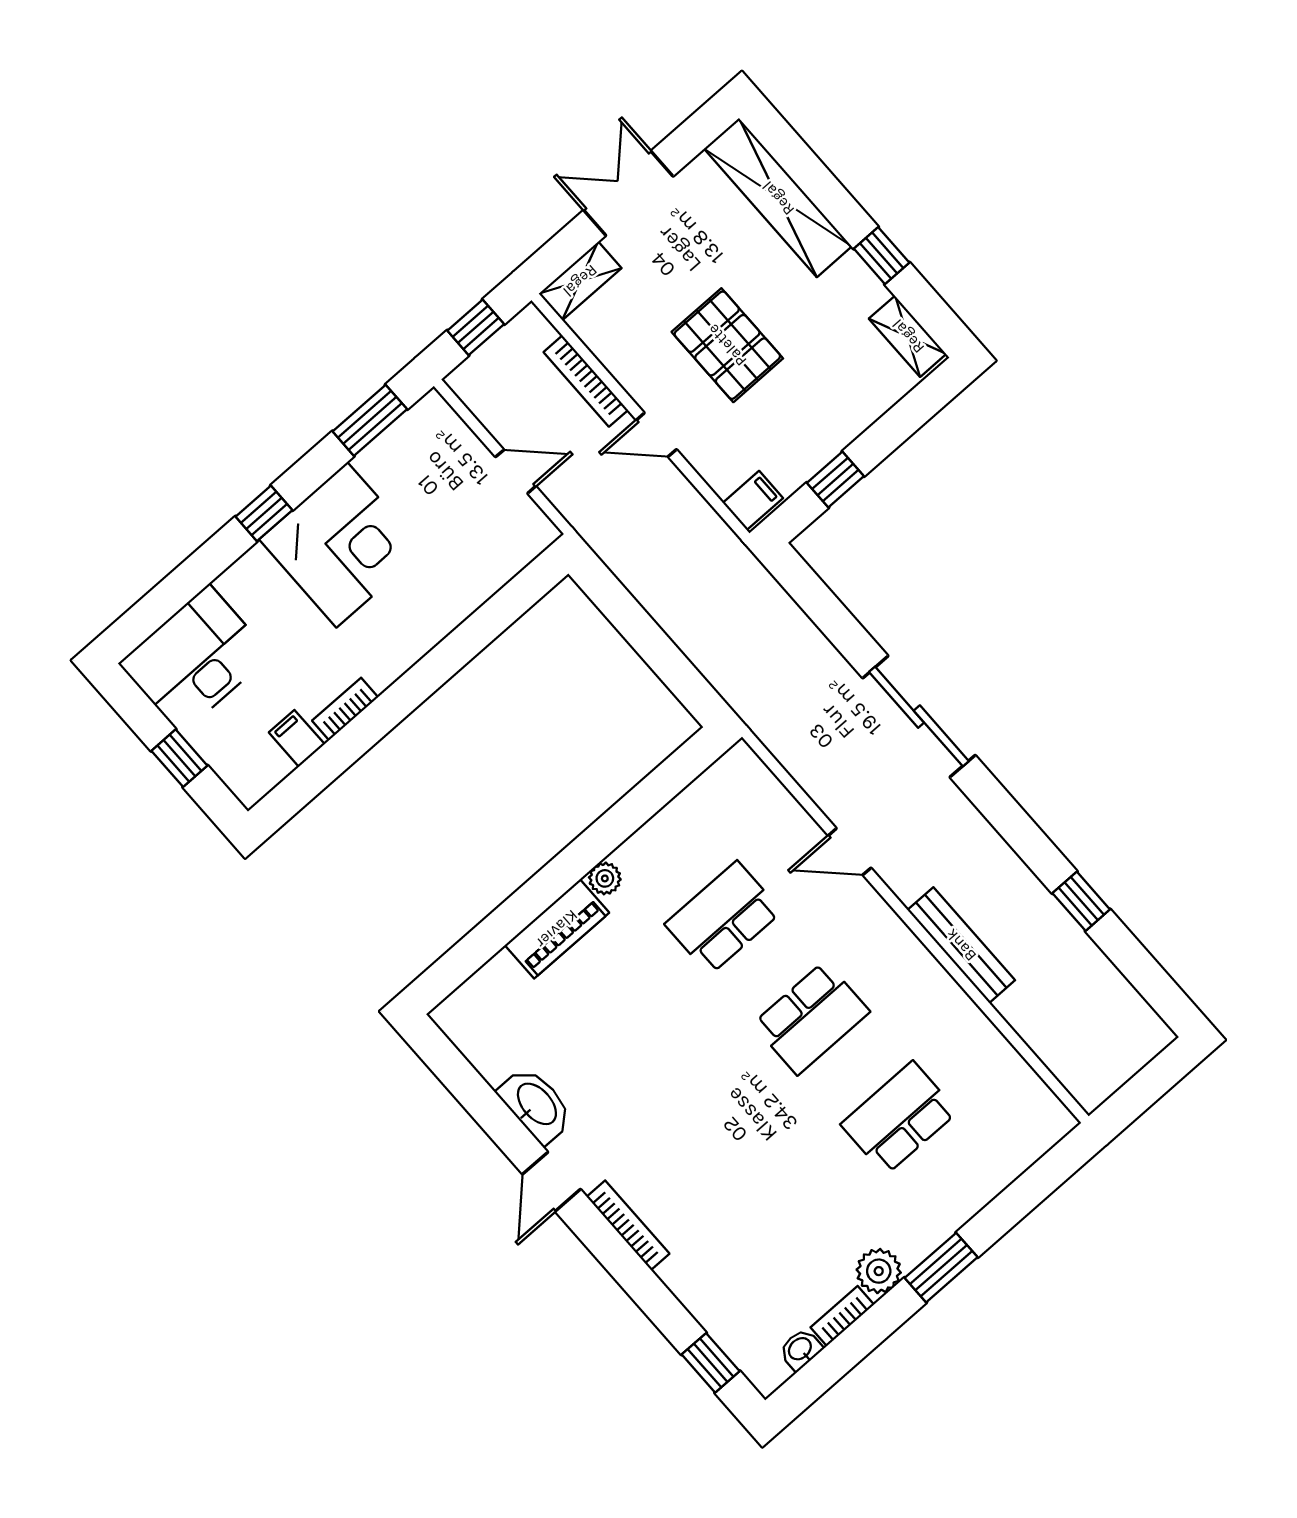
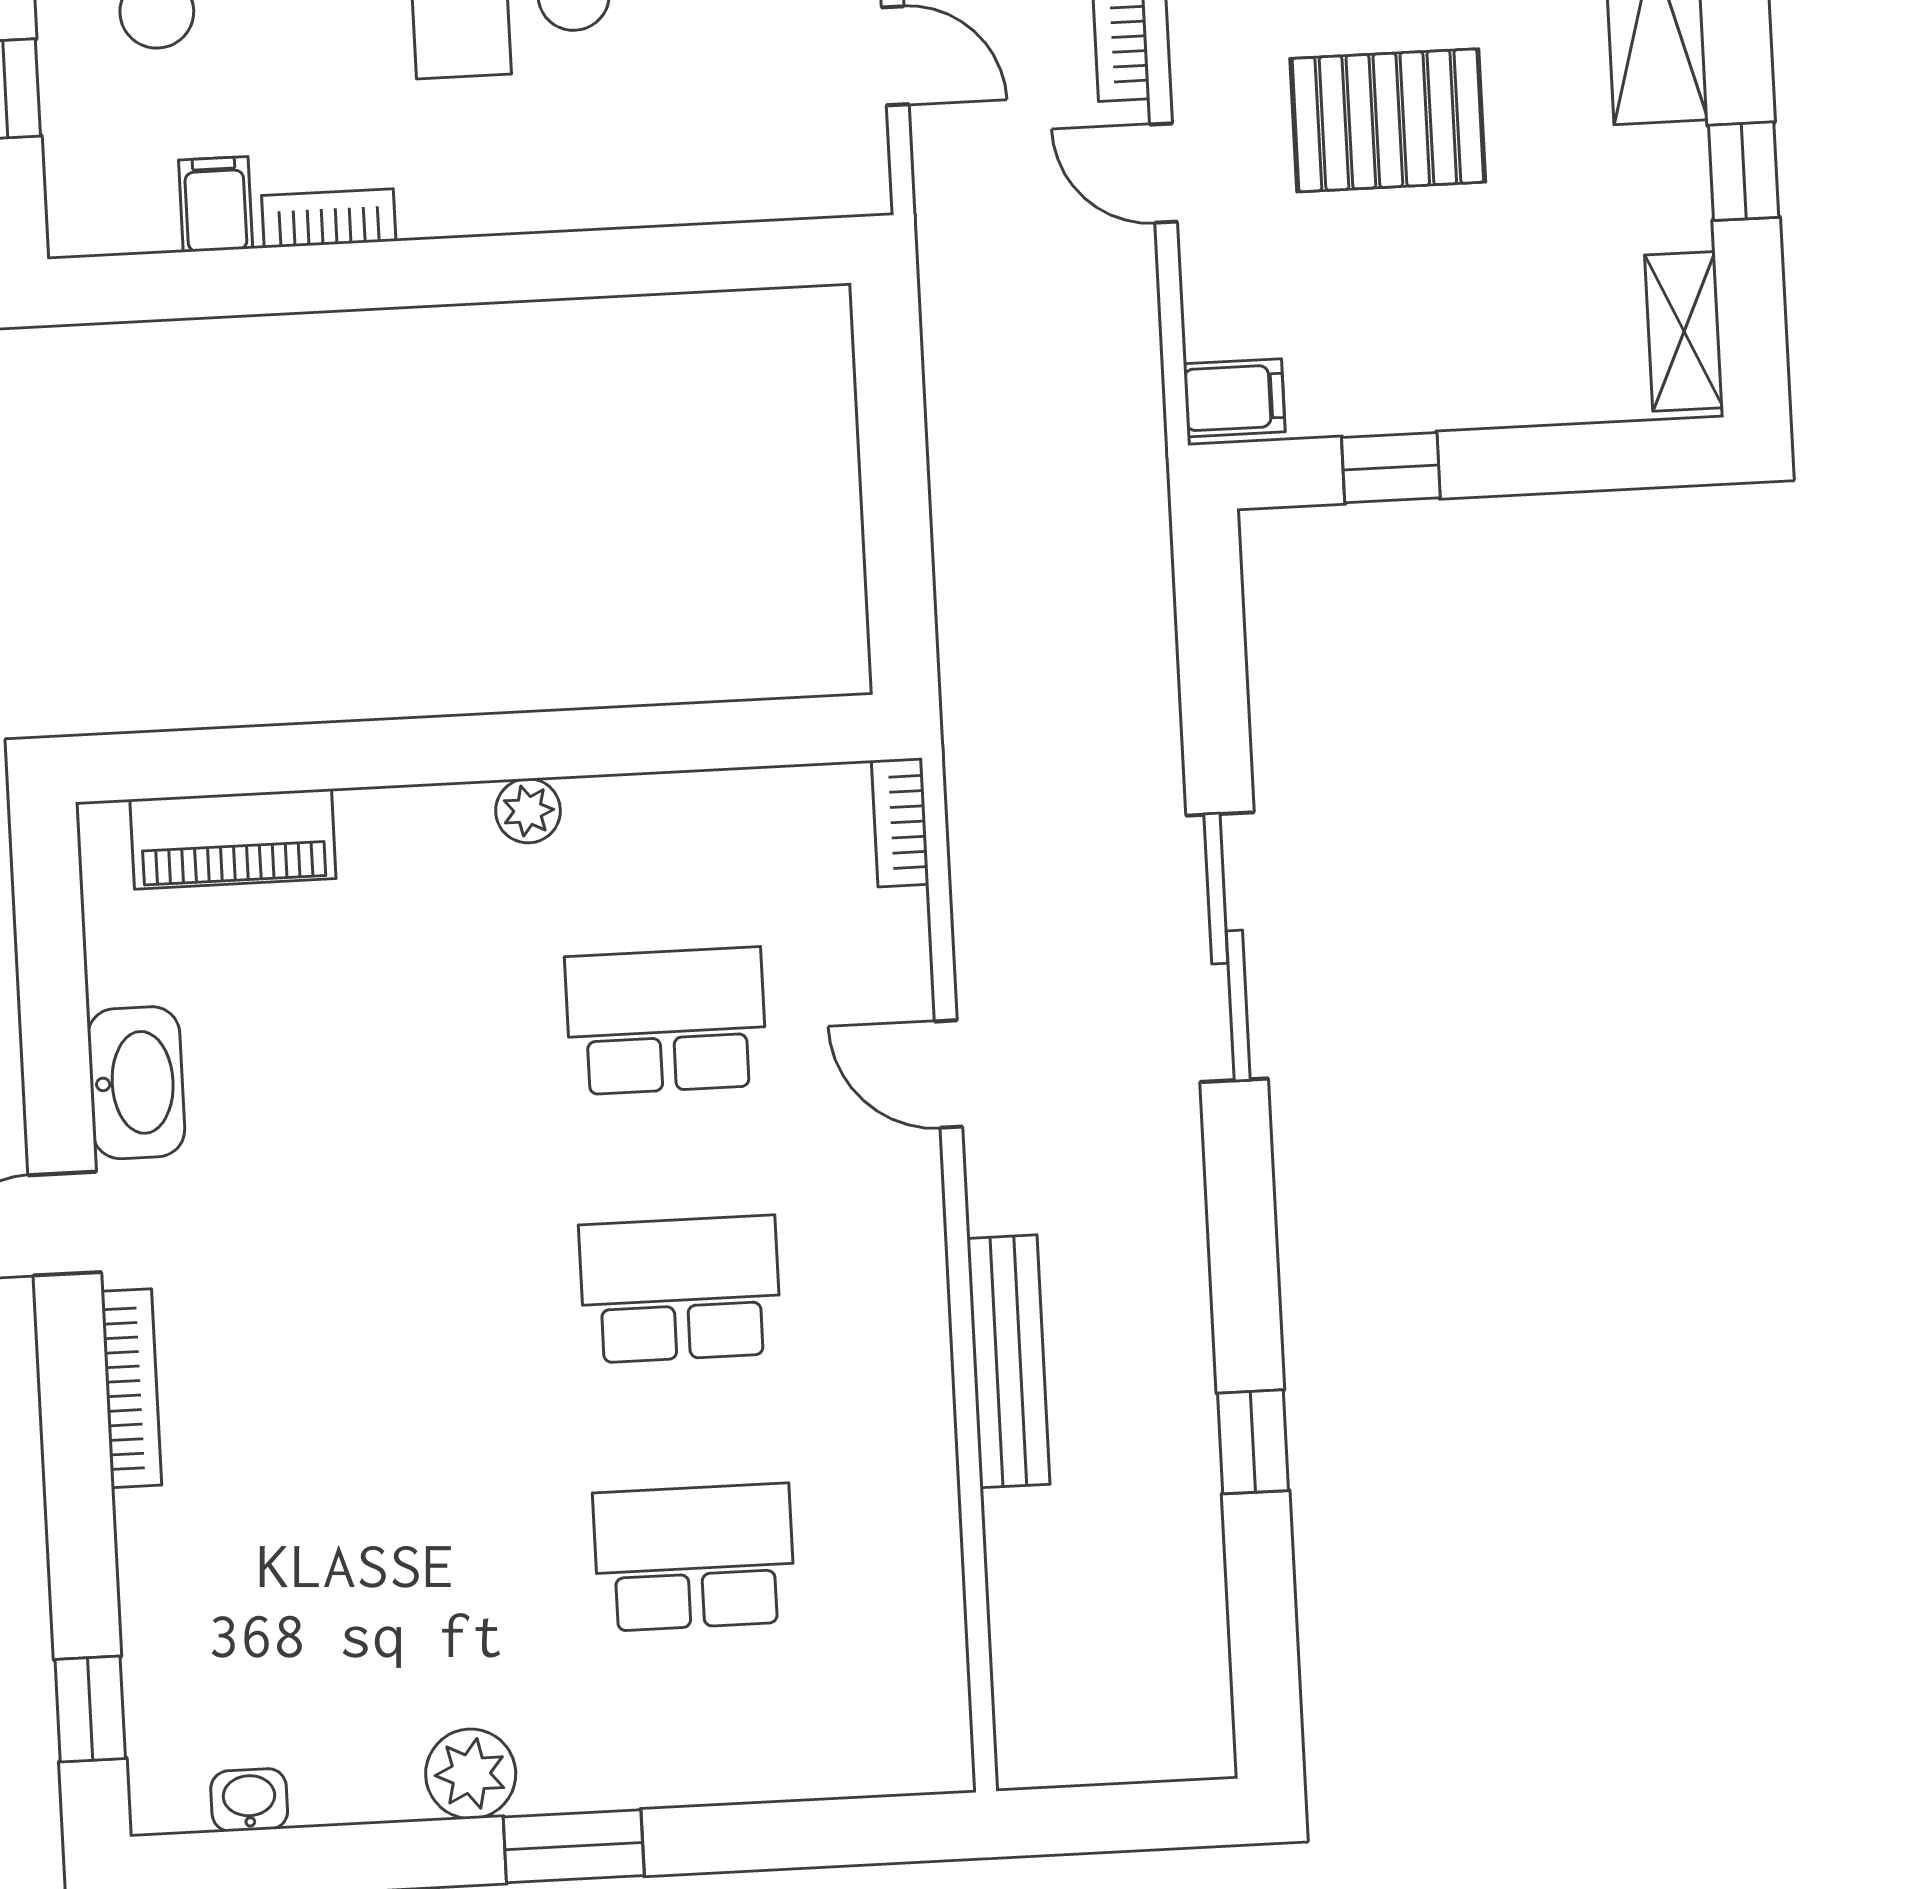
pallet: (727, 345) -> (1388, 120), turned 90
piano: (557, 929) -> (233, 839), moved
school desk: (811, 1018) -> (680, 1289), turned 180
bookcase: (842, 1316) -> (900, 822), moved, turned -90

